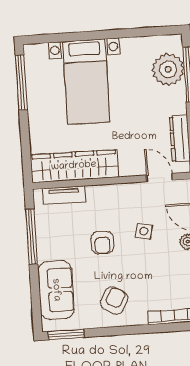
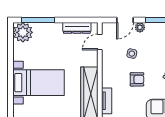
plant: (168, 69) -> (23, 32), moved

